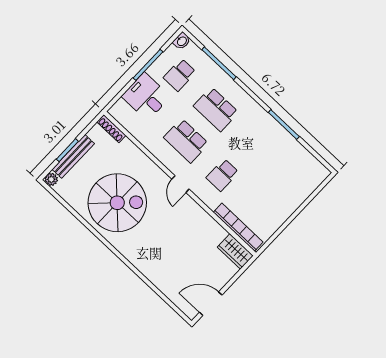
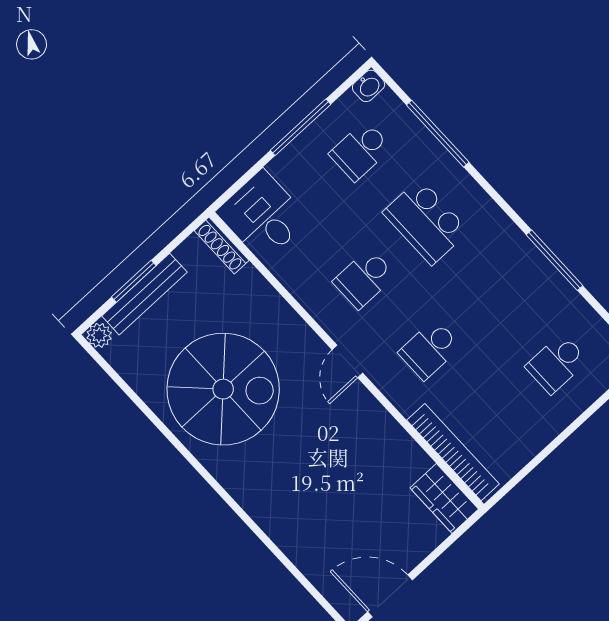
desk: (146, 97) -> (263, 216), moved
school desk: (186, 141) -> (364, 279), width x0.54
school desk: (289, 178) -> (557, 364), added

